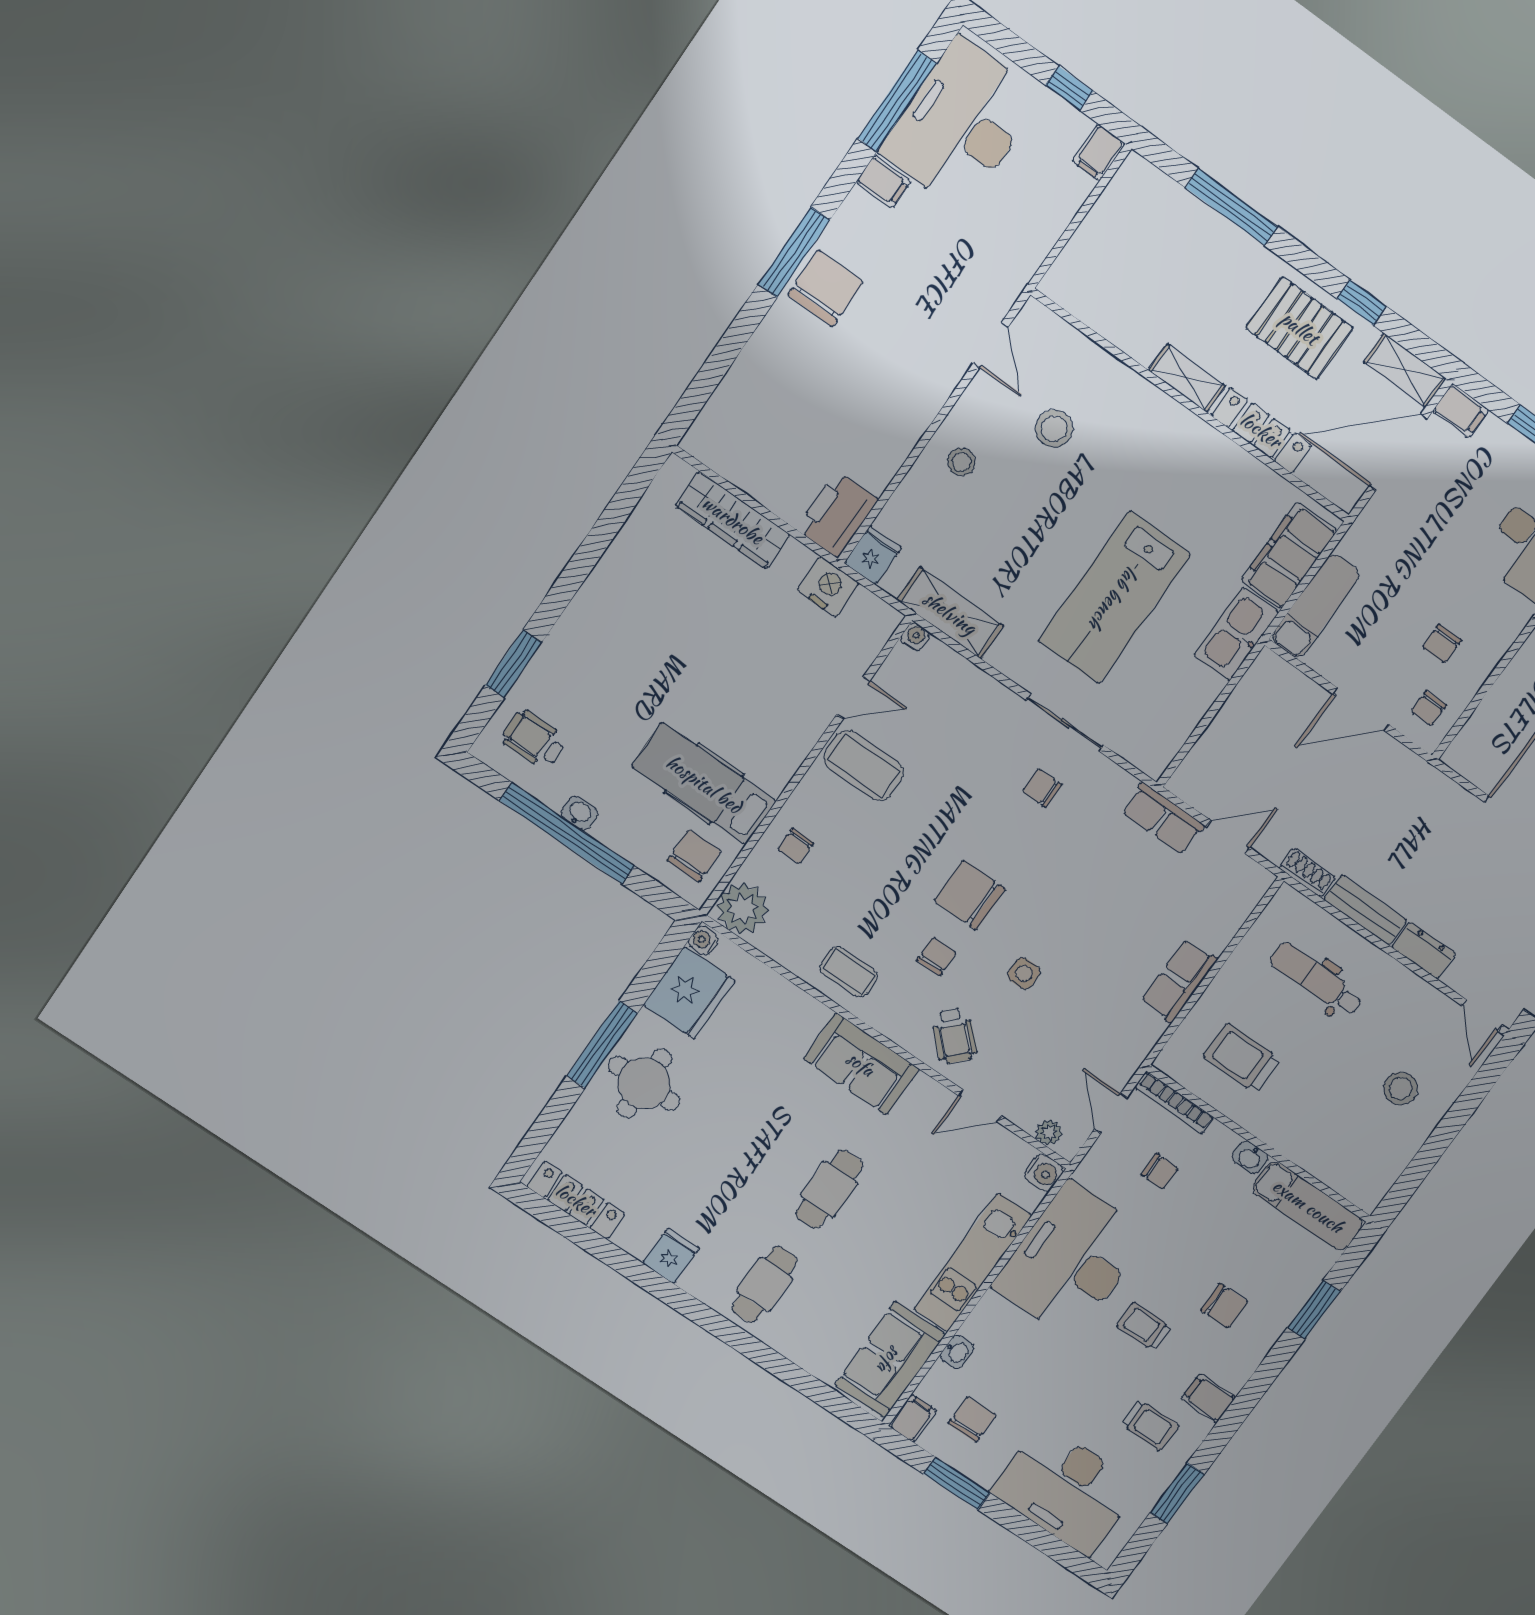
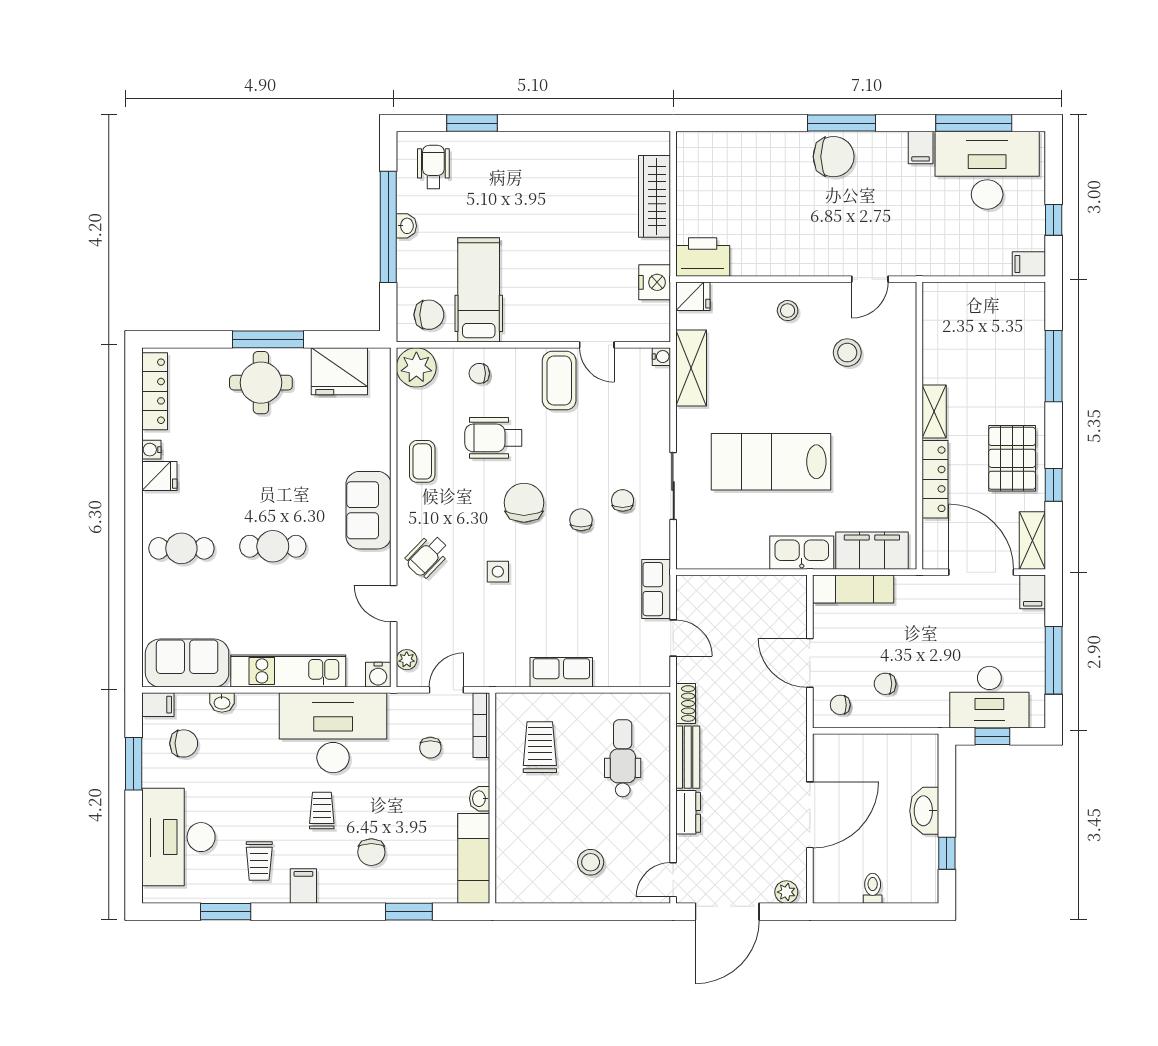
wheelchair: (877, 879) -> (493, 438), added
water cooler: (703, 940) -> (151, 450), moved, turned -90
chair: (937, 956) -> (581, 520), moved, turned -90

